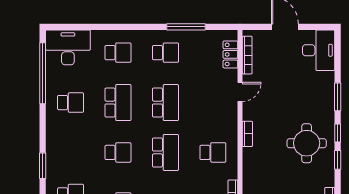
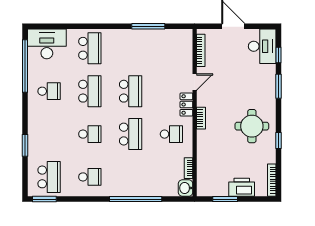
school desk: (118, 53) -> (90, 48), width x1.85
school desk: (165, 53) -> (131, 48), removed
locker: (230, 54) -> (186, 105), moved
window: (338, 133) -> (278, 55), moved

